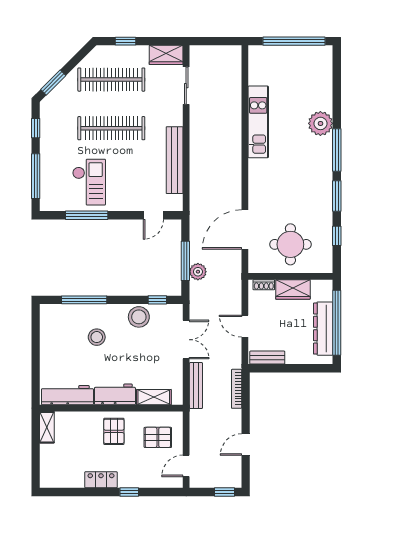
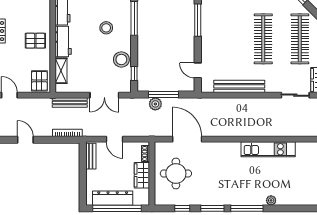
plant: (320, 123) -> (271, 200), width x0.53, depth x0.53
checkout: (89, 182) -> (223, 22), removed
door: (245, 326) -> (114, 139), swing flipped
pallet: (158, 437) -> (39, 81), moved

